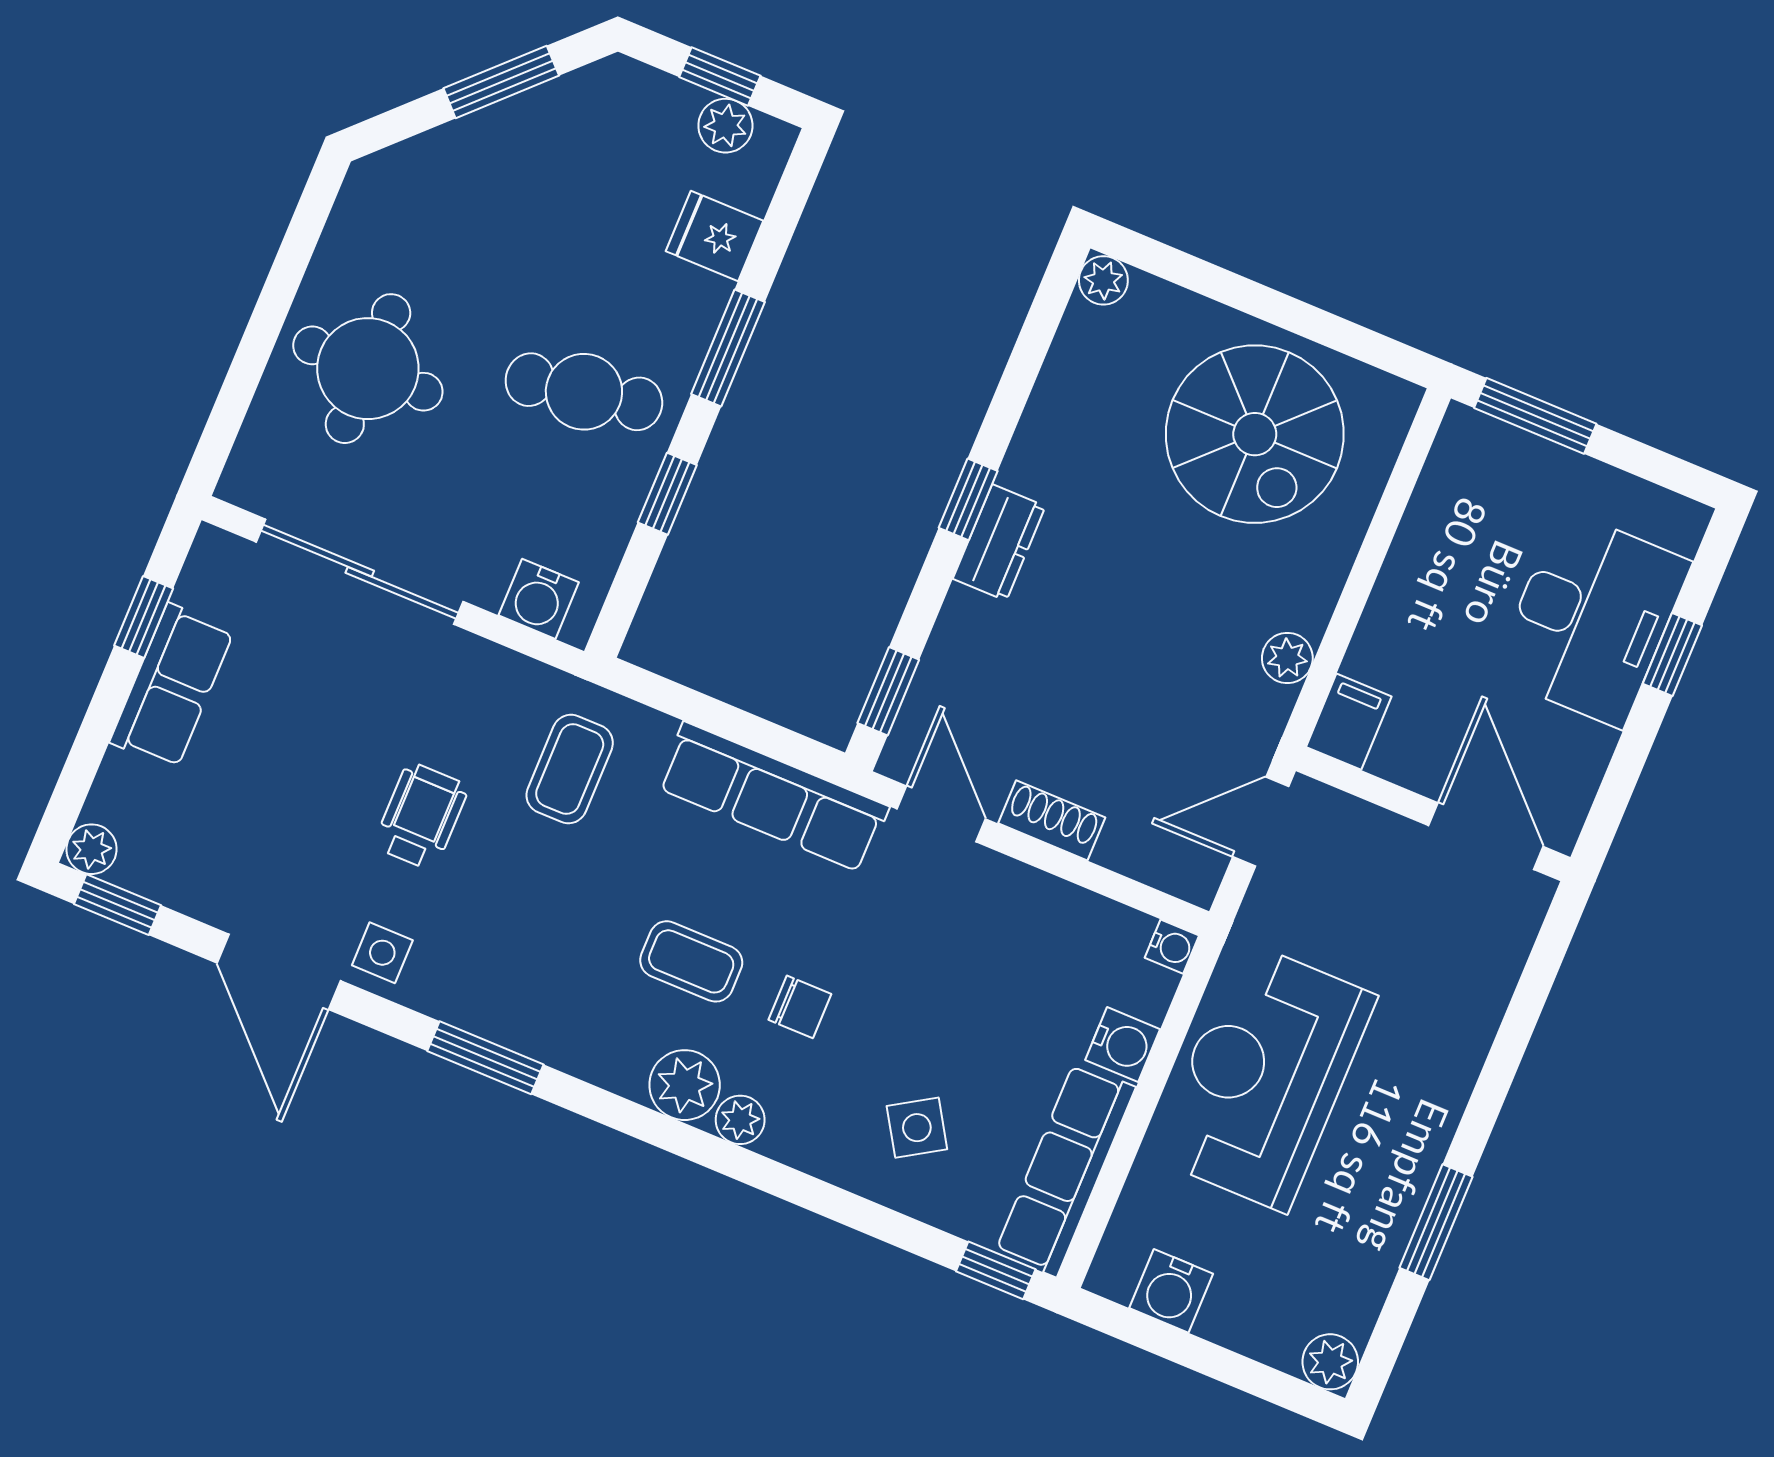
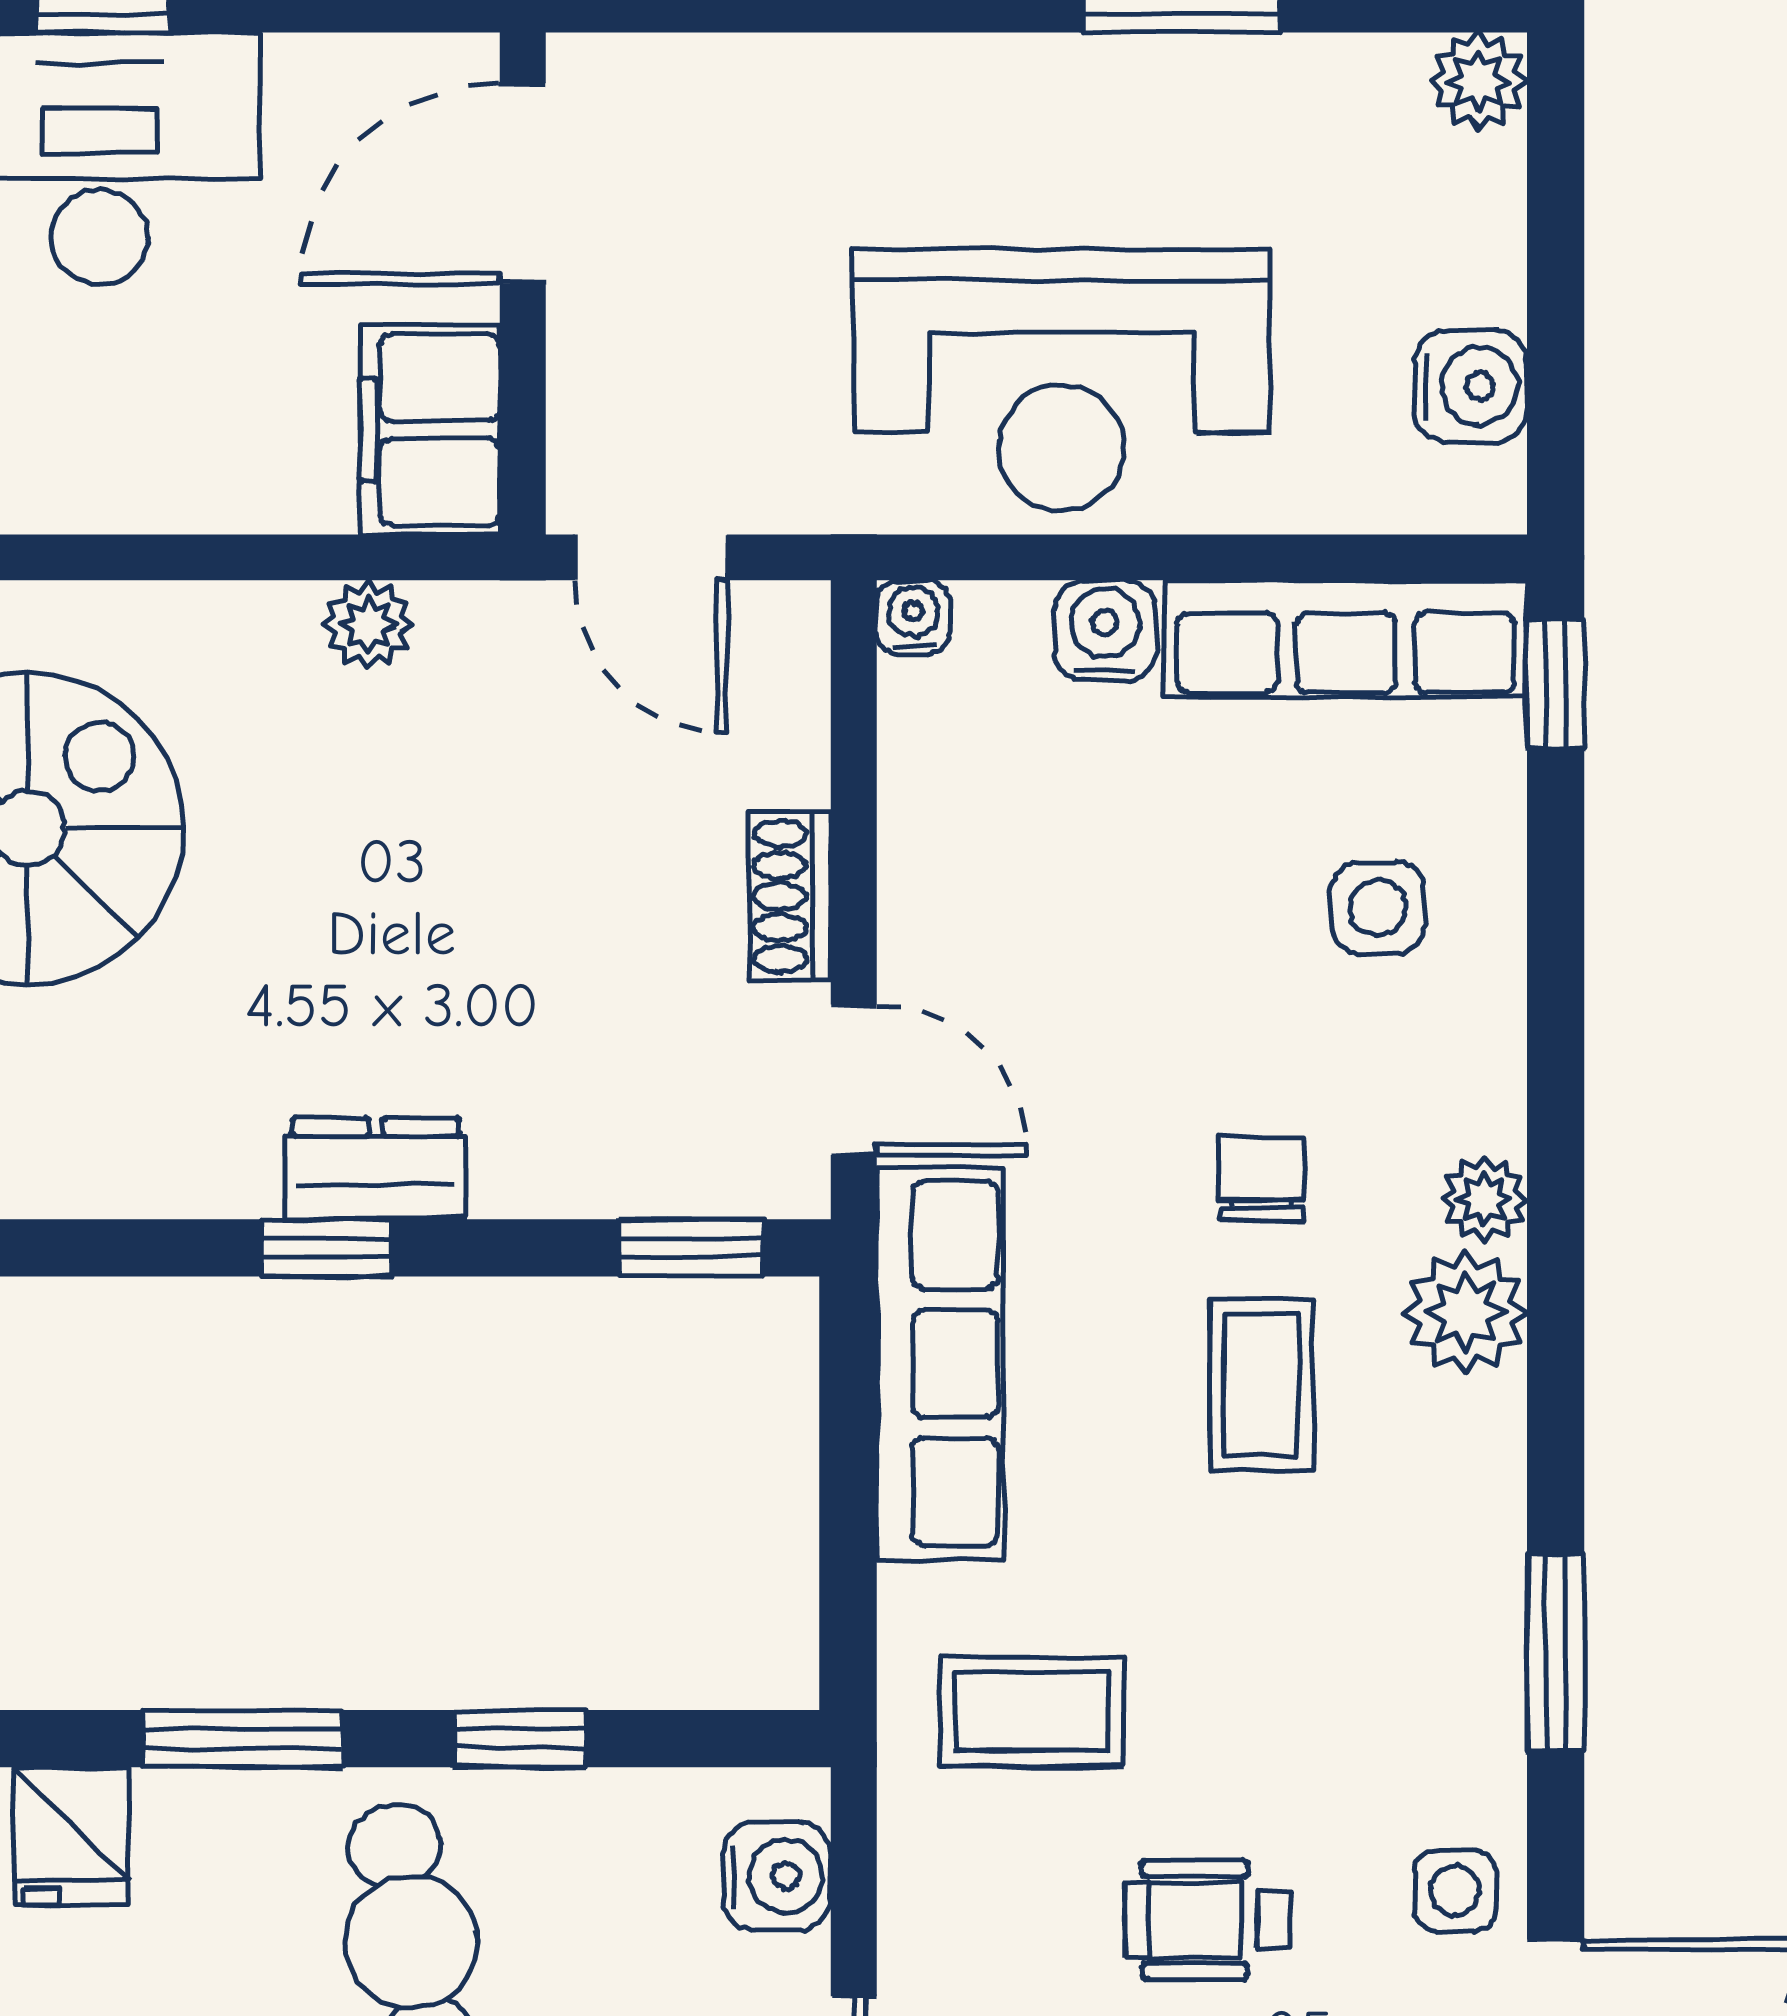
filing cabinet: (1349, 722) -> (430, 430), width x2.00
door: (941, 814) -> (854, 1080), swing flipped
side table: (917, 1128) -> (1378, 908), turned 30

